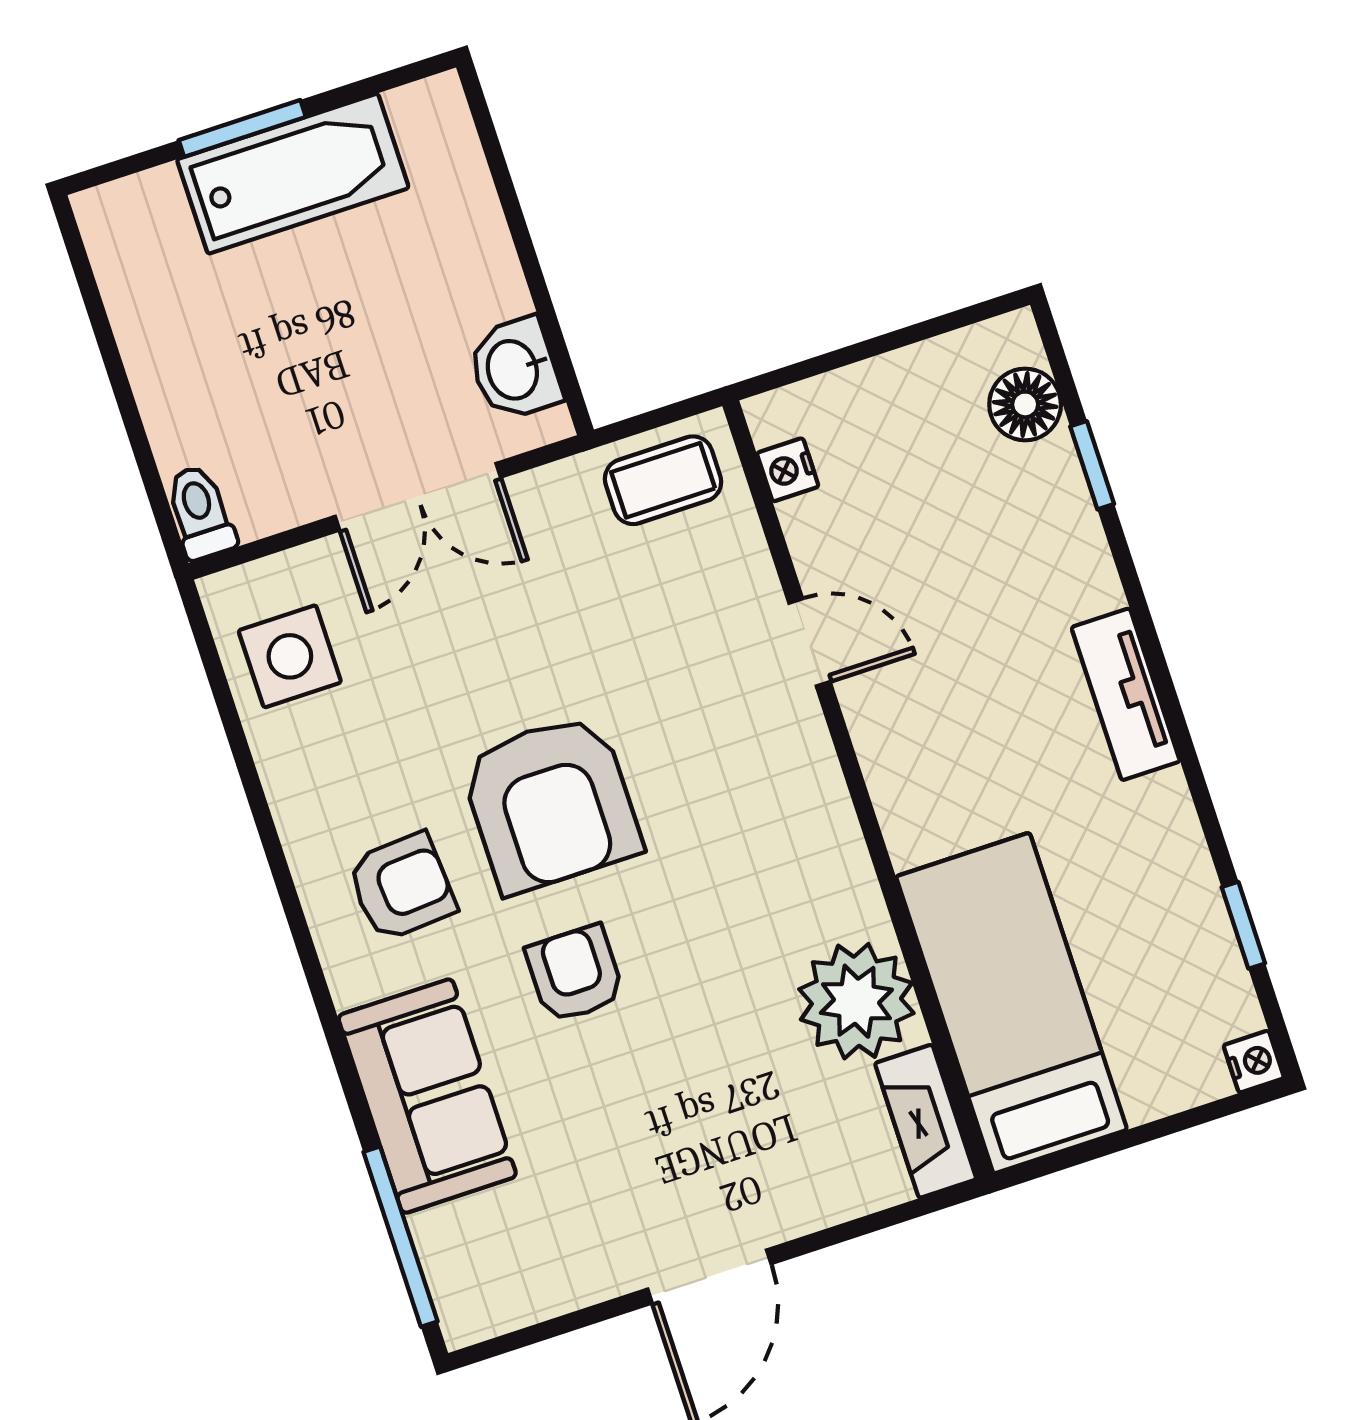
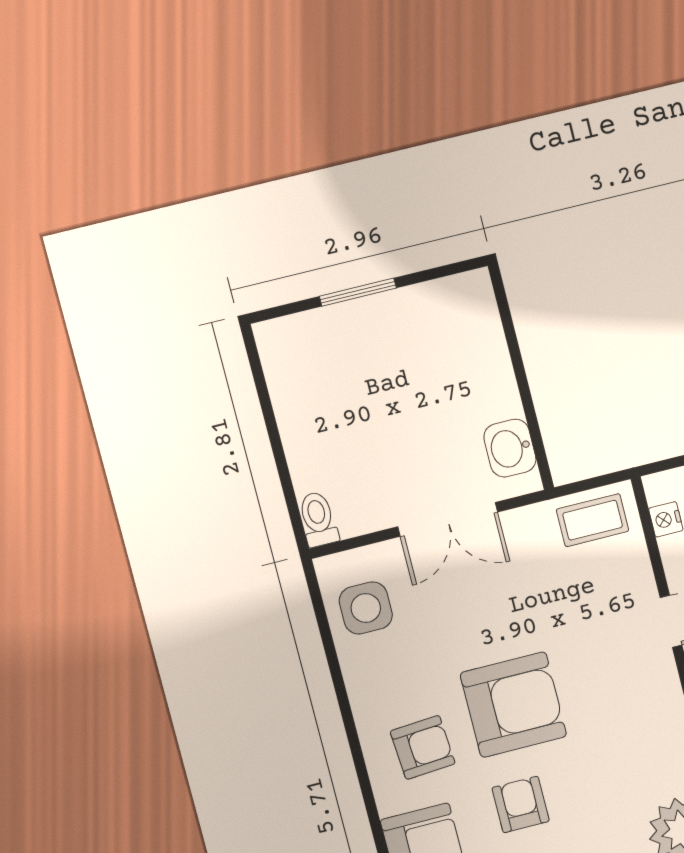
bathtub: (293, 174) -> (386, 322), removed
armchair: (551, 803) -> (513, 705), turned -90

